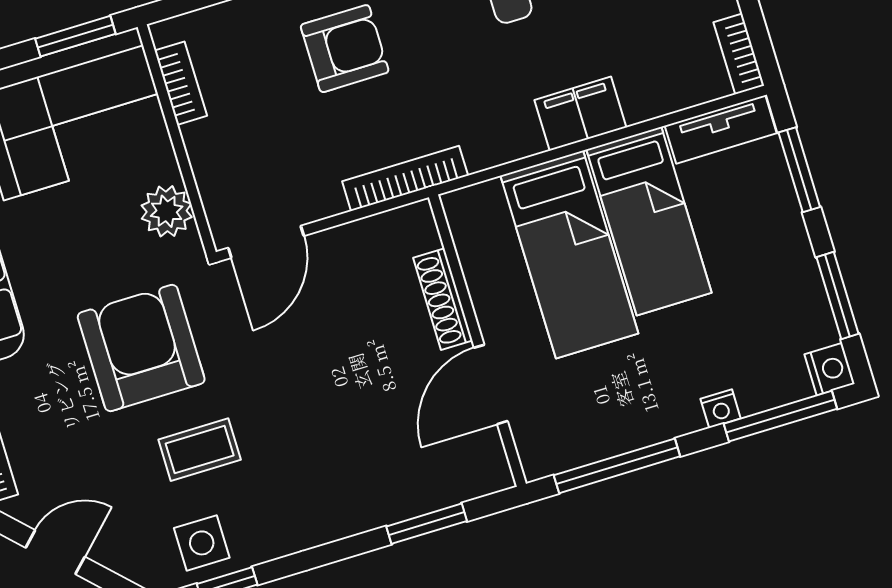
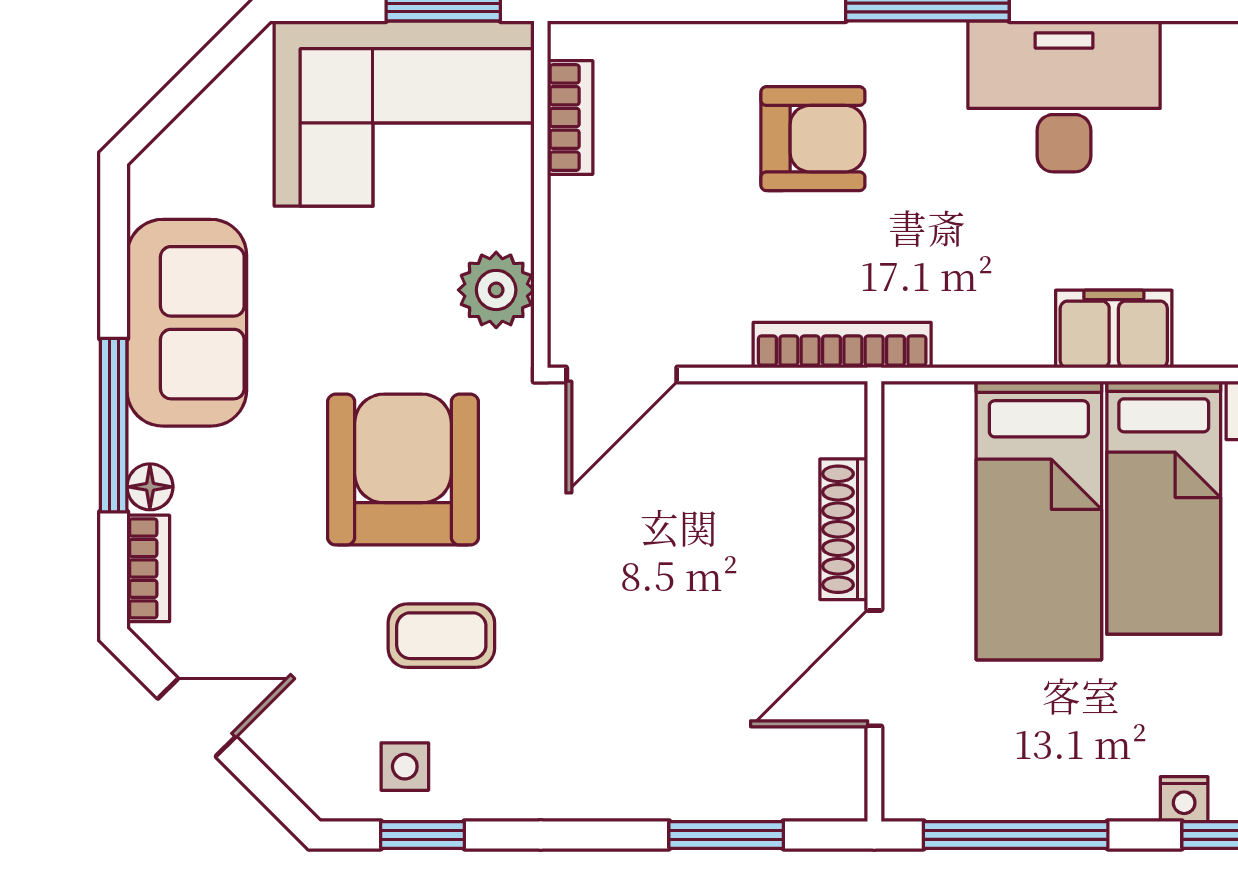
side table: (202, 543) -> (405, 767), width x0.73, depth x0.73

